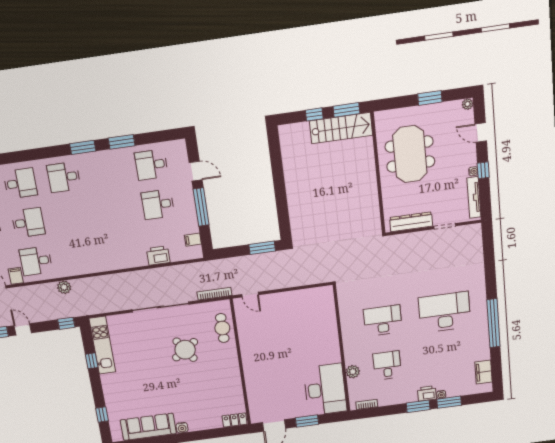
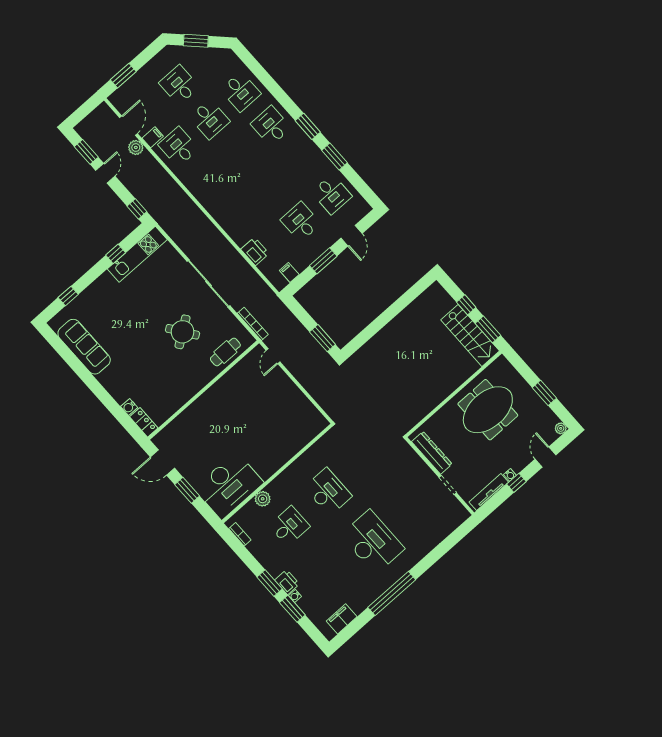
desk: (151, 165) -> (332, 194), turned 180
window: (201, 207) -> (323, 261), width x0.69
plant: (64, 287) -> (136, 147), moved
water cooler: (182, 428) -> (129, 407), moved

